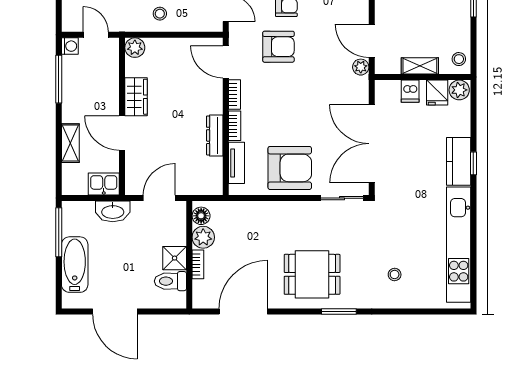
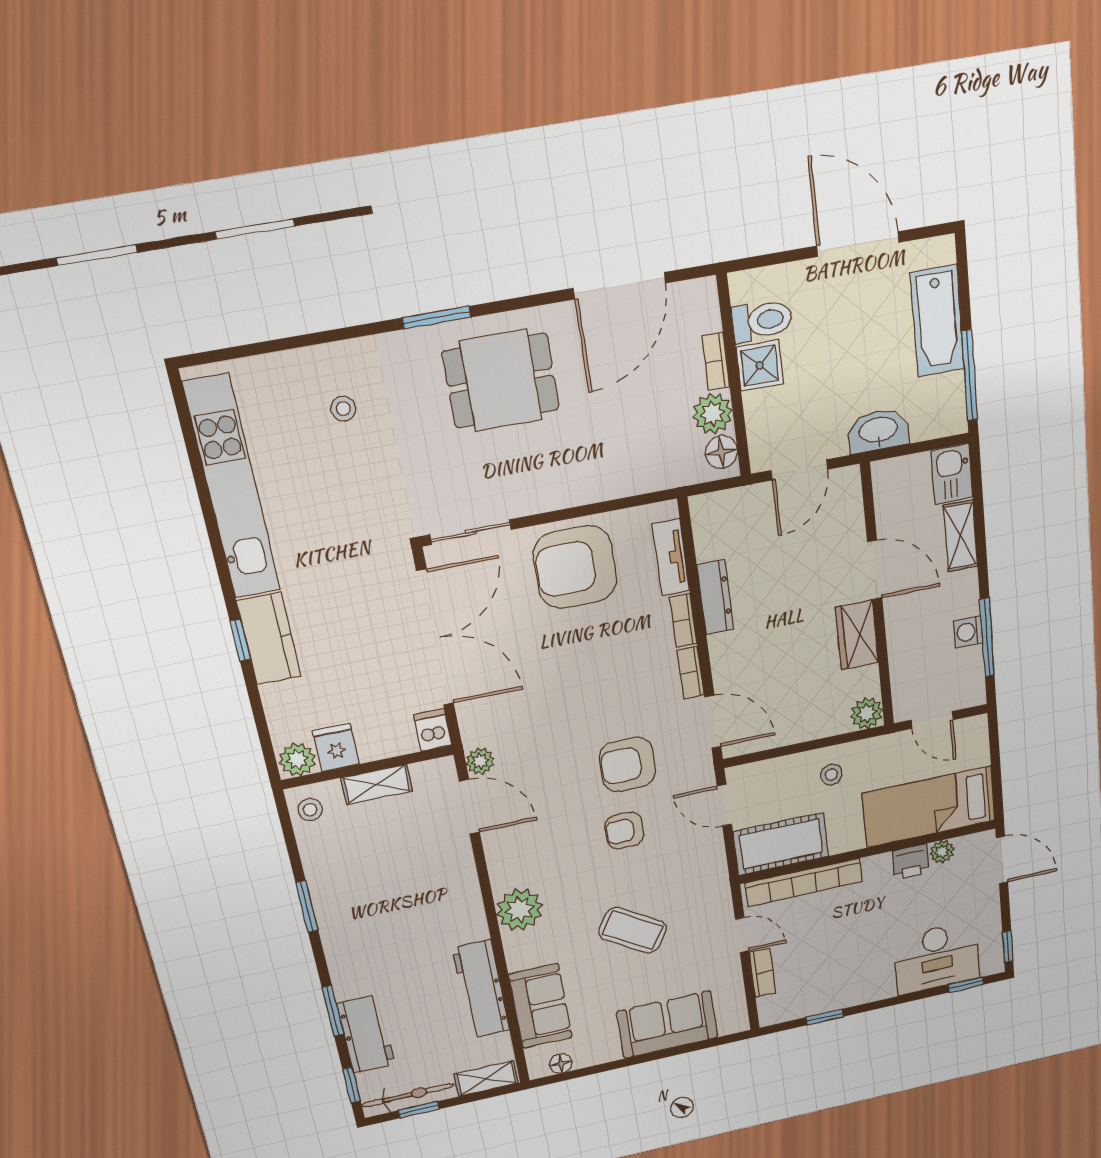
washing machine: (70, 46) -> (968, 632), moved
dishwasher: (410, 91) -> (433, 730), moved
kitchen sink: (104, 184) -> (952, 474), moved, turned 90

